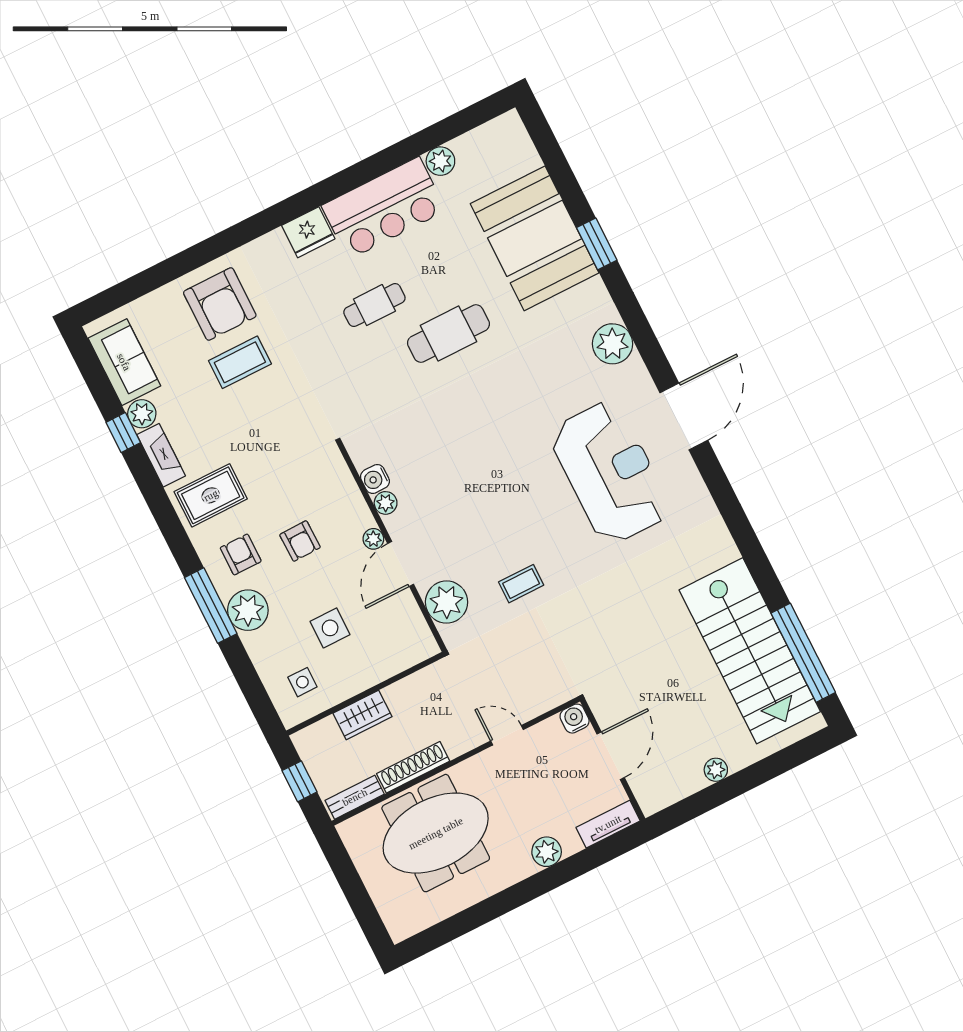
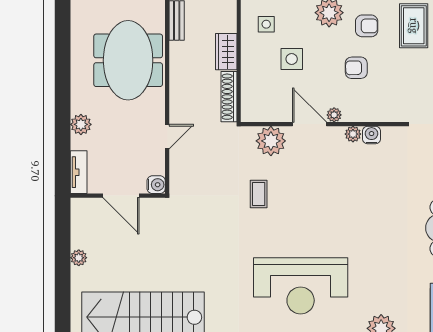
shoe rack: (413, 767) -> (229, 97), moved, turned 180

